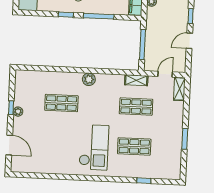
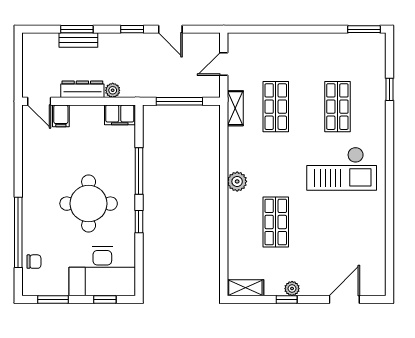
door: (165, 74) -> (224, 64), hinge flipped
shelving: (179, 89) -> (245, 288), moved
window: (185, 139) -> (364, 29), moved
checkout: (94, 147) -> (342, 169), turned 180

